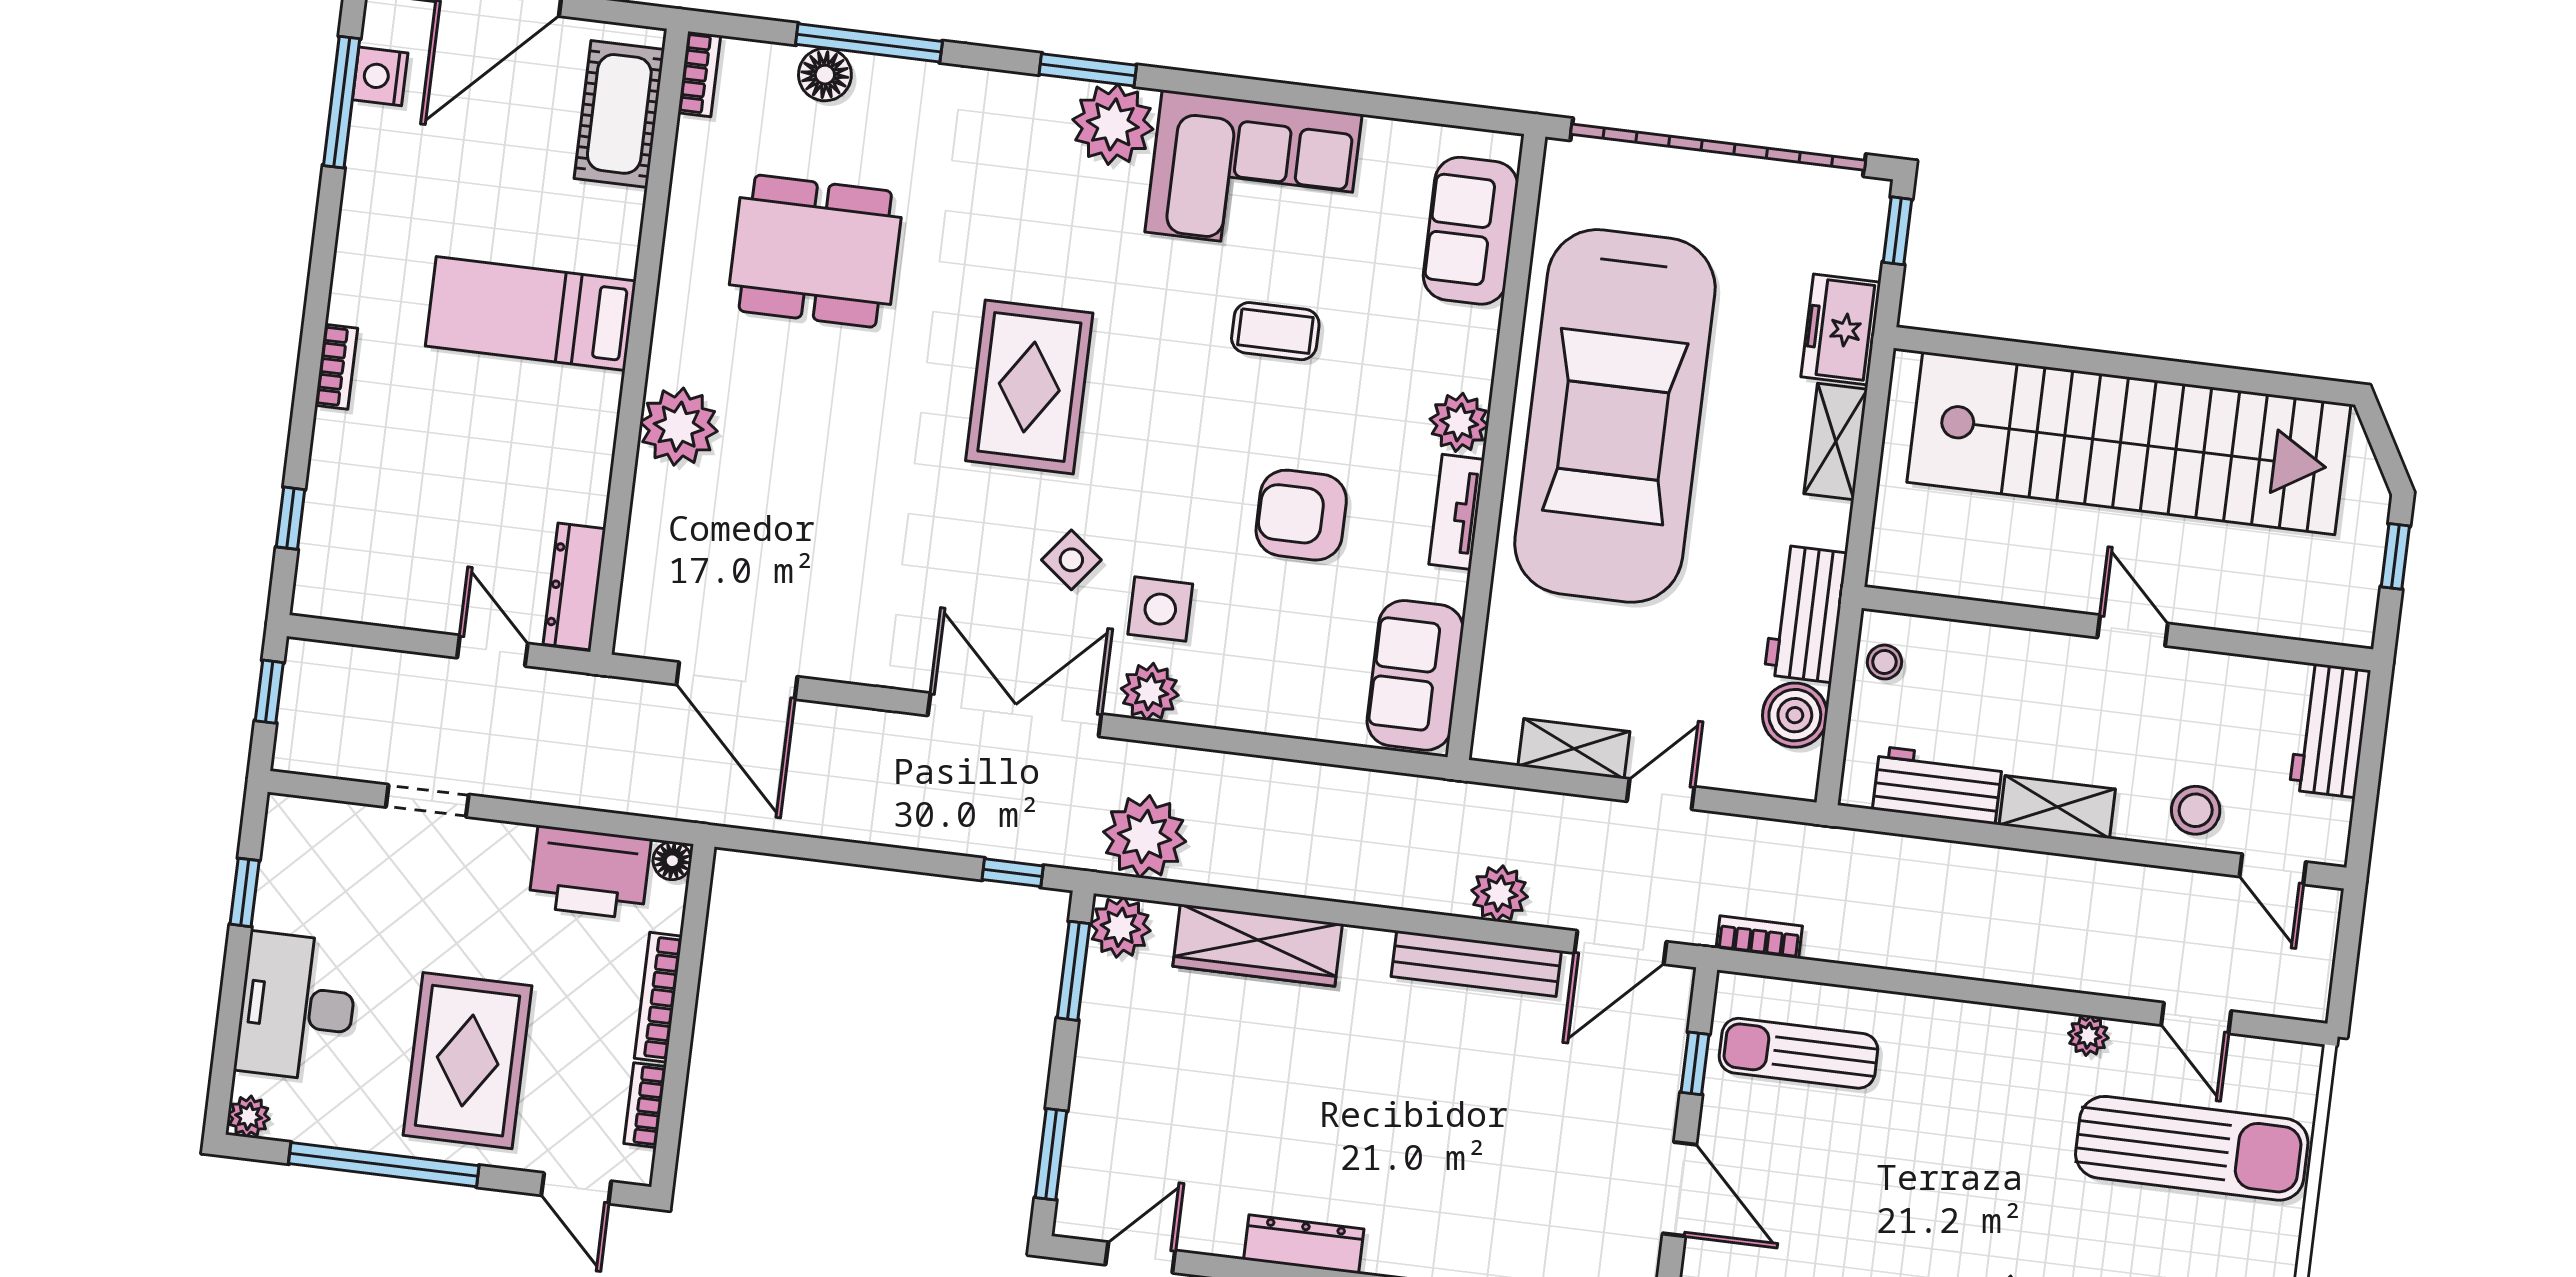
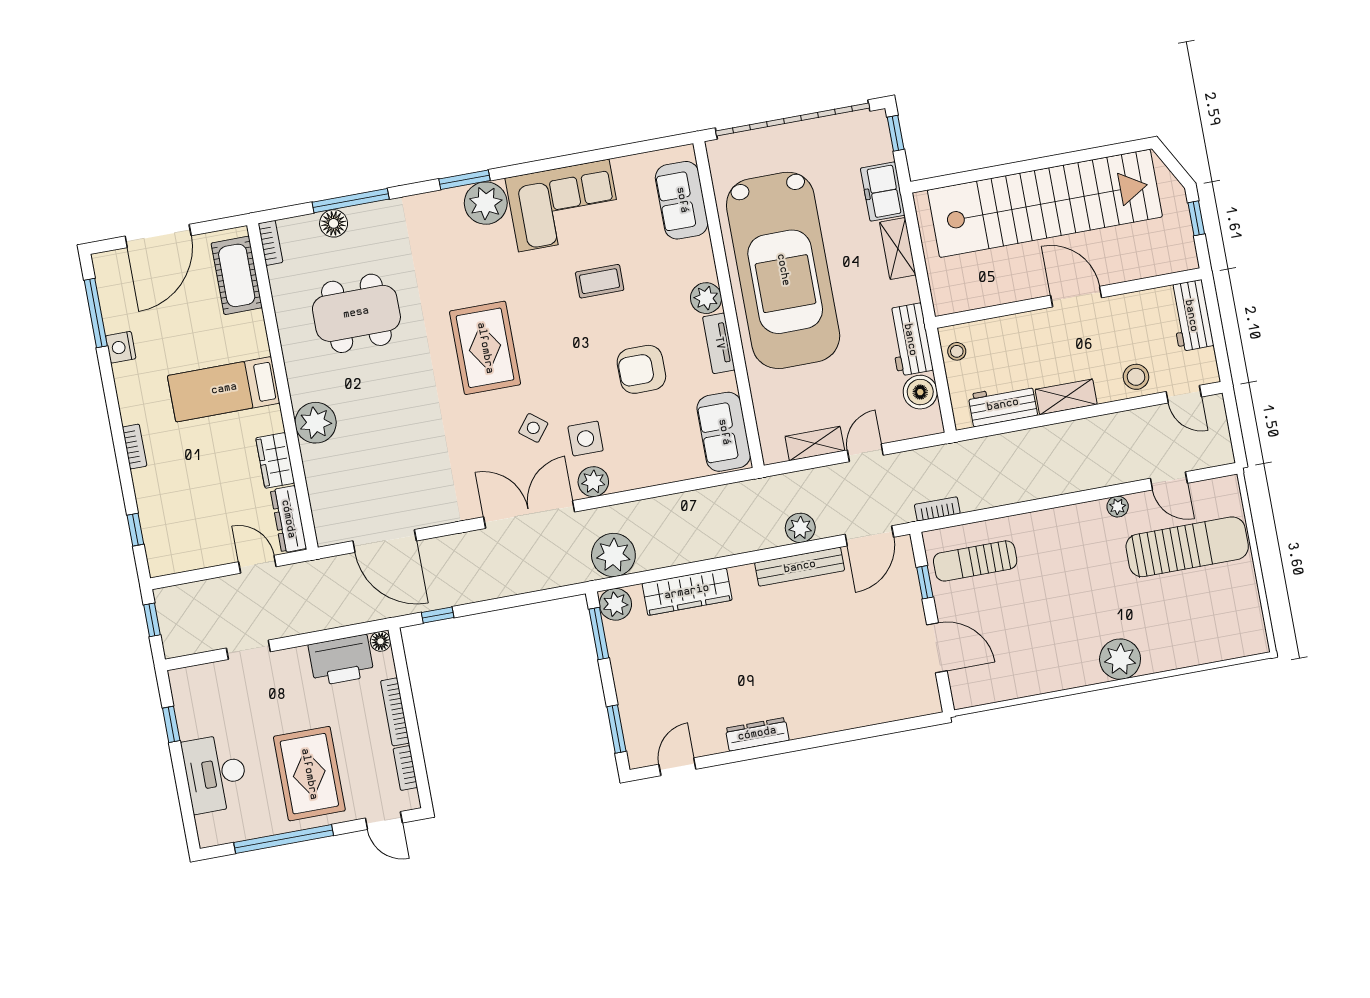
nightstand: (380, 76) -> (121, 347), moved
wardrobe: (584, 472) -> (275, 460), added
door: (2133, 631) -> (1076, 297), width x1.38
window: (1013, 873) -> (438, 615), moved
plant: (249, 1116) -> (208, 836), removed

